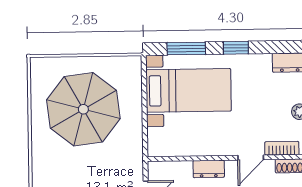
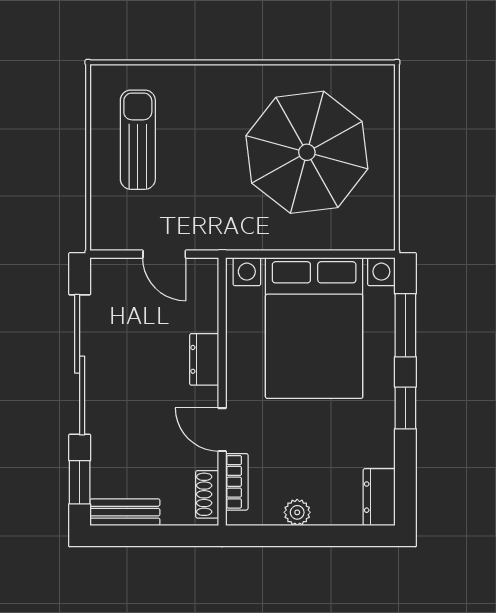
bed with nightstands: (189, 90) -> (314, 328), width x1.36

